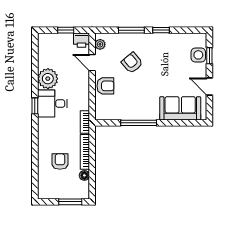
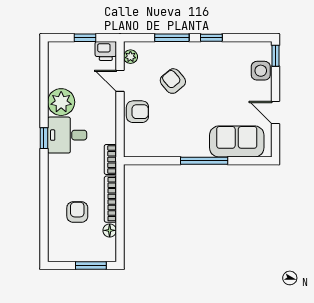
window: (209, 56) -> (275, 56), moved
window: (139, 123) -> (204, 161), moved

